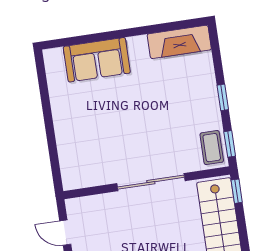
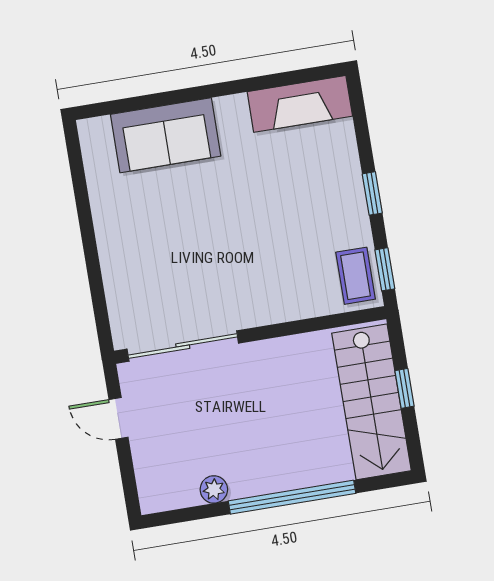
sliding door: (151, 182) -> (183, 346), moved
window: (237, 191) -> (405, 388), moved

